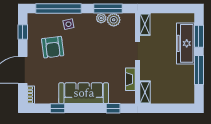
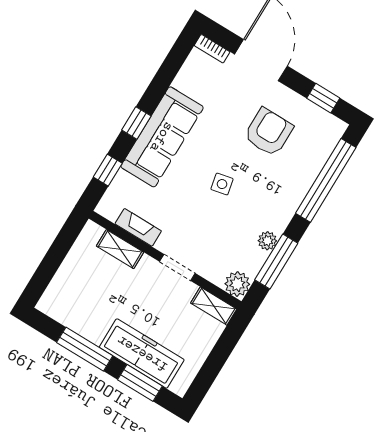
plant: (114, 20) -> (237, 284), moved
side table: (68, 24) -> (222, 184), moved
armchair: (53, 47) -> (269, 132), turned 97
shelving: (145, 92) -> (120, 249), moved
window: (57, 108) -> (136, 123), moved

